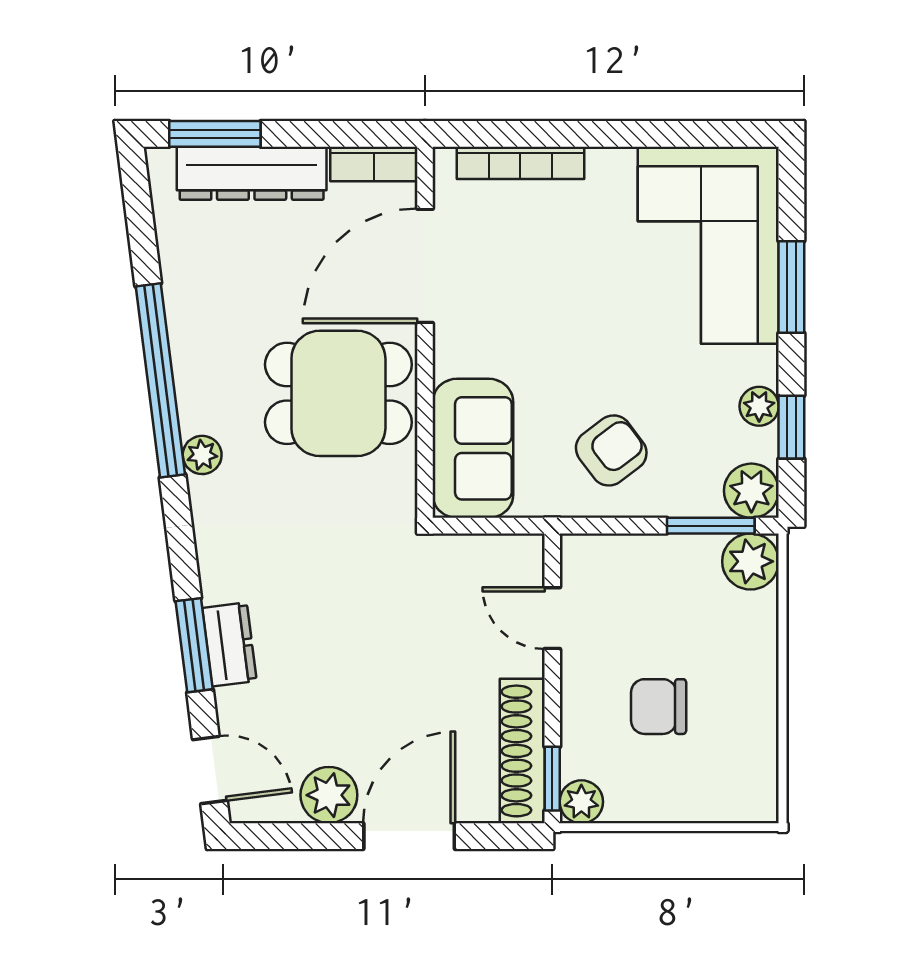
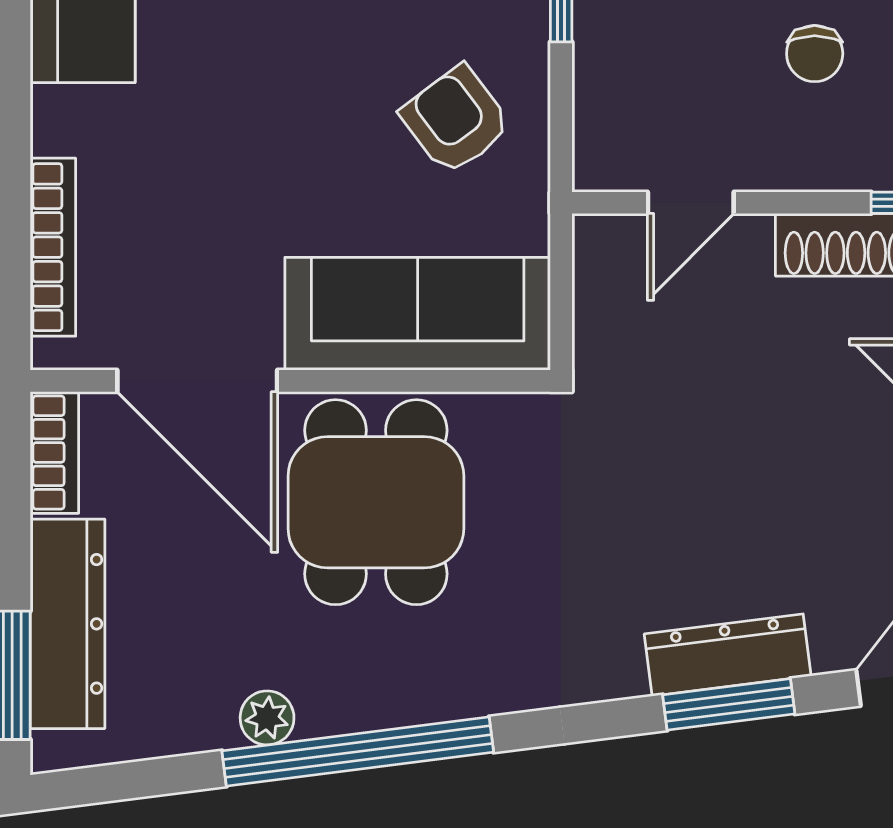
sofa: (473, 448) -> (418, 314), width x1.36
plant: (202, 455) -> (267, 718), moved
dresser: (229, 644) -> (728, 655), width x1.44
chair: (659, 707) -> (815, 54), width x0.73, depth x0.73

